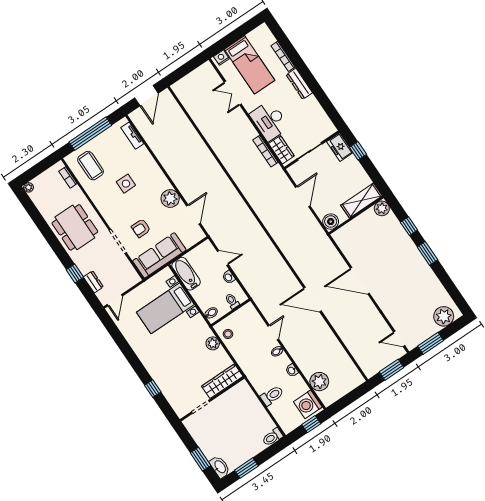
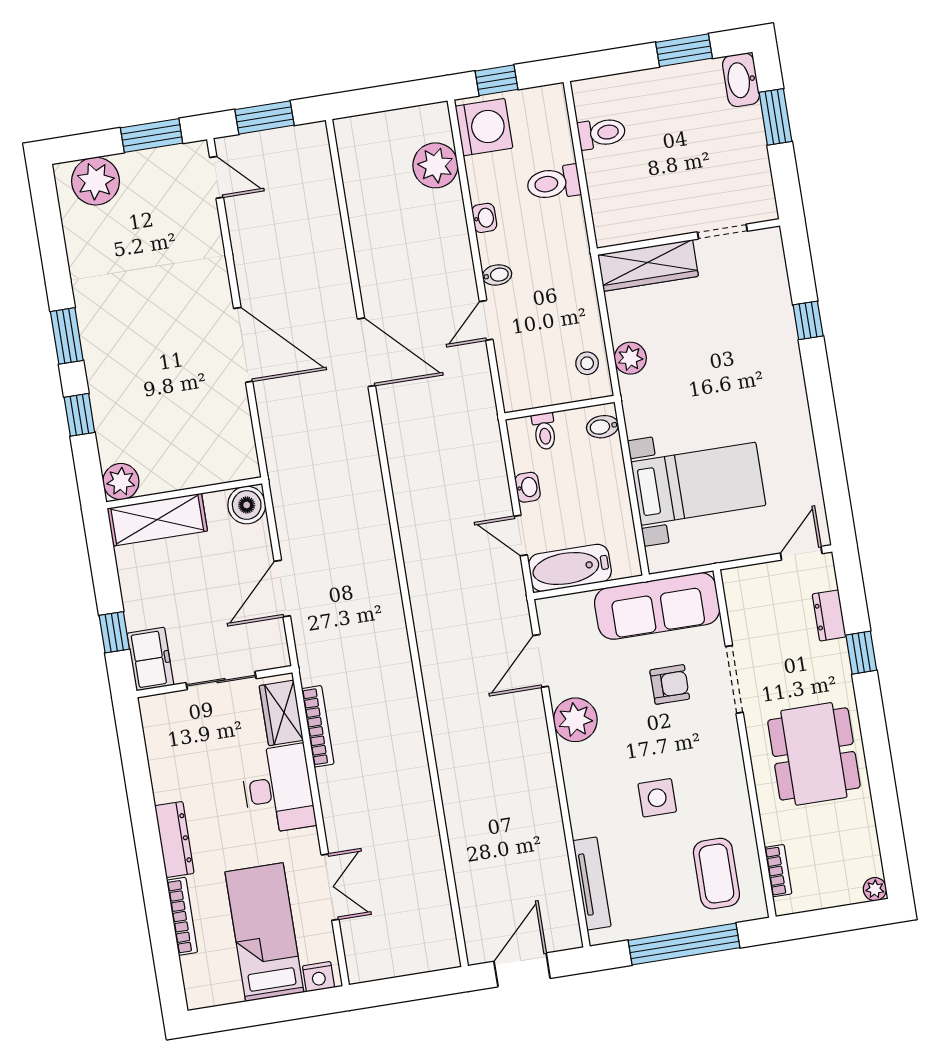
tv unit: (132, 136) -> (592, 884), width x1.41
bathtub: (186, 274) -> (570, 568), moved, turned 90
toilet: (272, 437) -> (602, 133), moved

